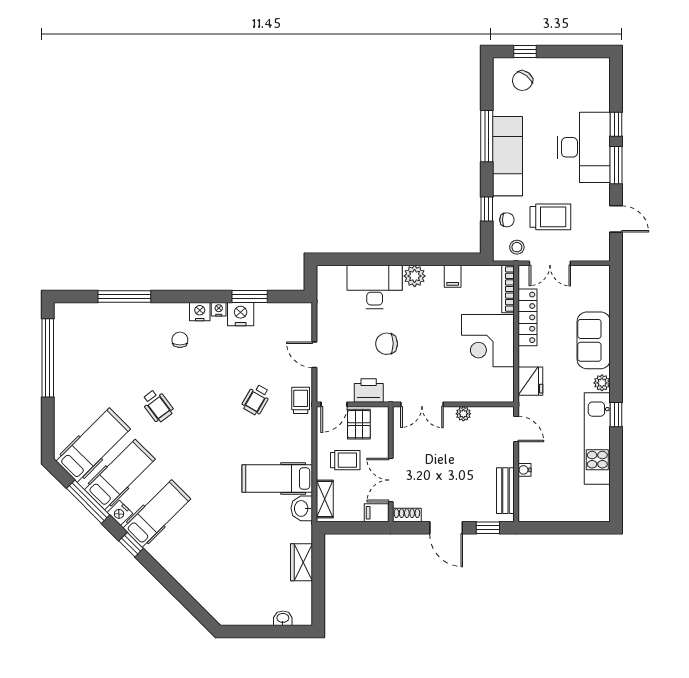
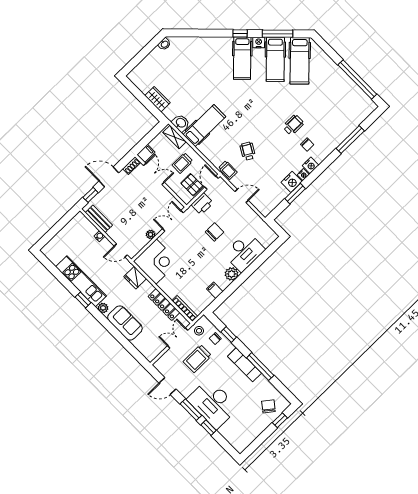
exam couch: (507, 156) -> (244, 365), width x0.73, depth x0.69
corner desk: (488, 341) -> (156, 262), moved, turned 90
wheelchair: (157, 406) -> (293, 125), moved, turned 127
washbasin: (283, 618) -> (164, 44), moved

